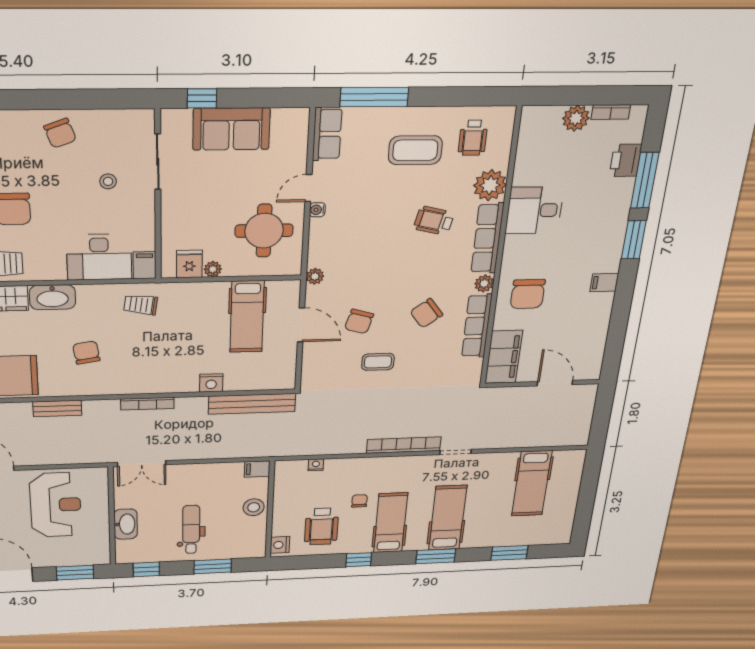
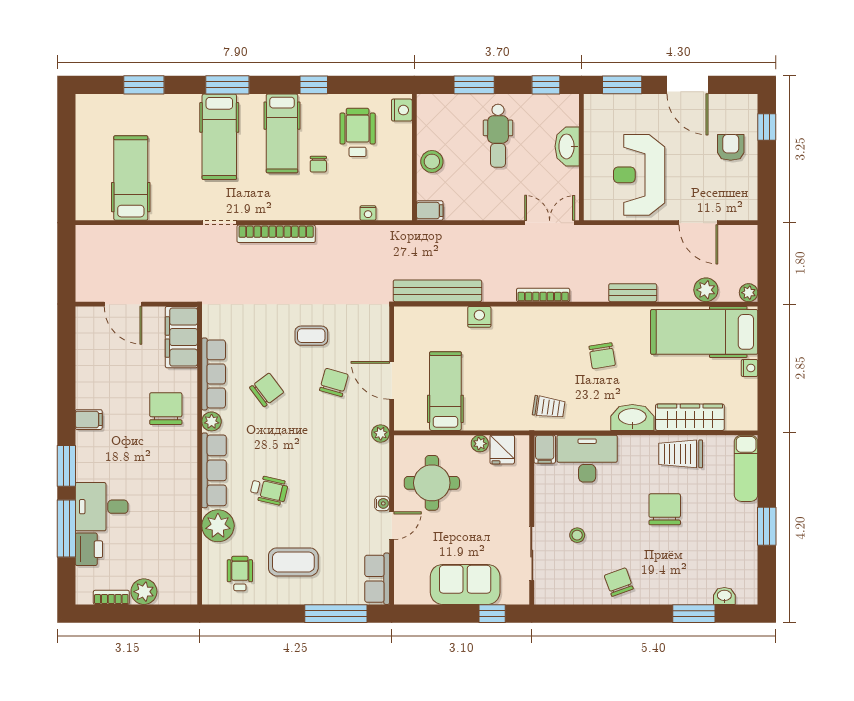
desk: (534, 210) -> (102, 507), moved, turned 180

